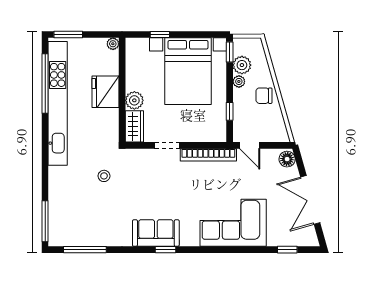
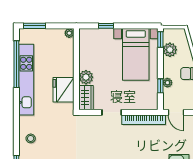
bed with nightstands: (188, 71) -> (136, 54), width x0.73
plant: (239, 81) -> (167, 83), moved
fridge: (106, 92) -> (64, 90), moved
kitchen unit: (58, 103) -> (26, 80), width x0.73
stool: (104, 176) -> (31, 138), moved

